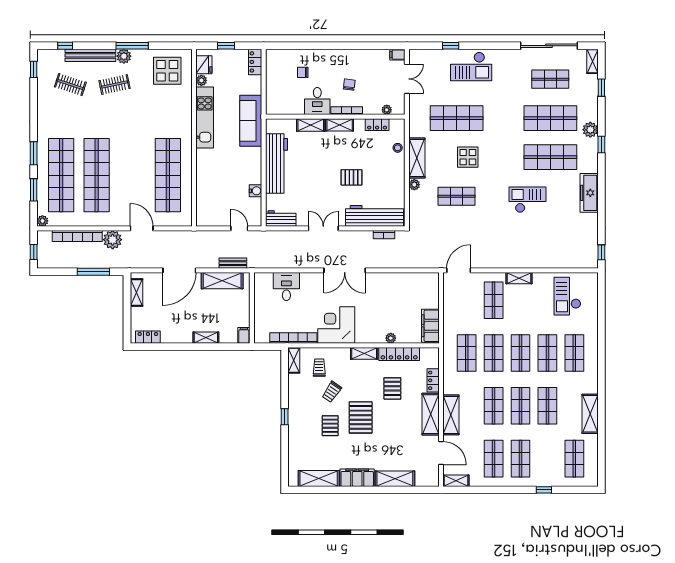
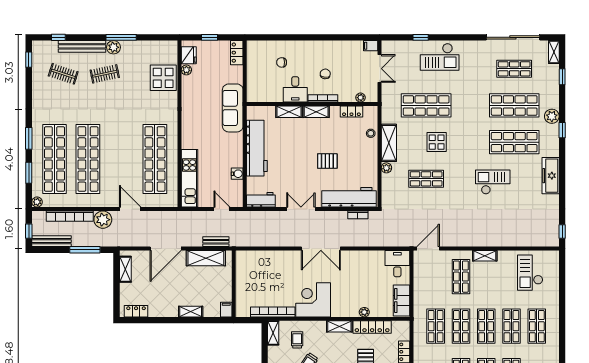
display table: (167, 71) -> (163, 78), moved
kitchen unit: (205, 118) -> (189, 178), moved
bench: (58, 263) -> (52, 241), added
desk: (286, 287) -> (397, 264), moved

